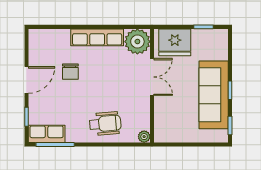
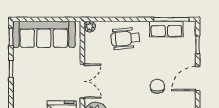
double door: (152, 77) -> (82, 81), swing flipped
sofa: (214, 95) -> (44, 34), moved, turned 90
row of seats: (47, 134) -> (166, 29), moved

